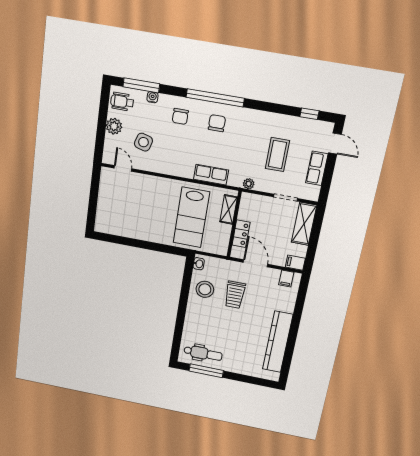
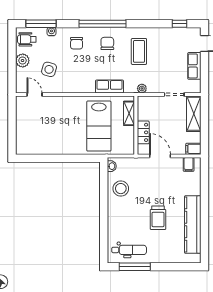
coffee table: (278, 155) -> (139, 51), moved
trolley: (235, 295) -> (158, 218), moved

